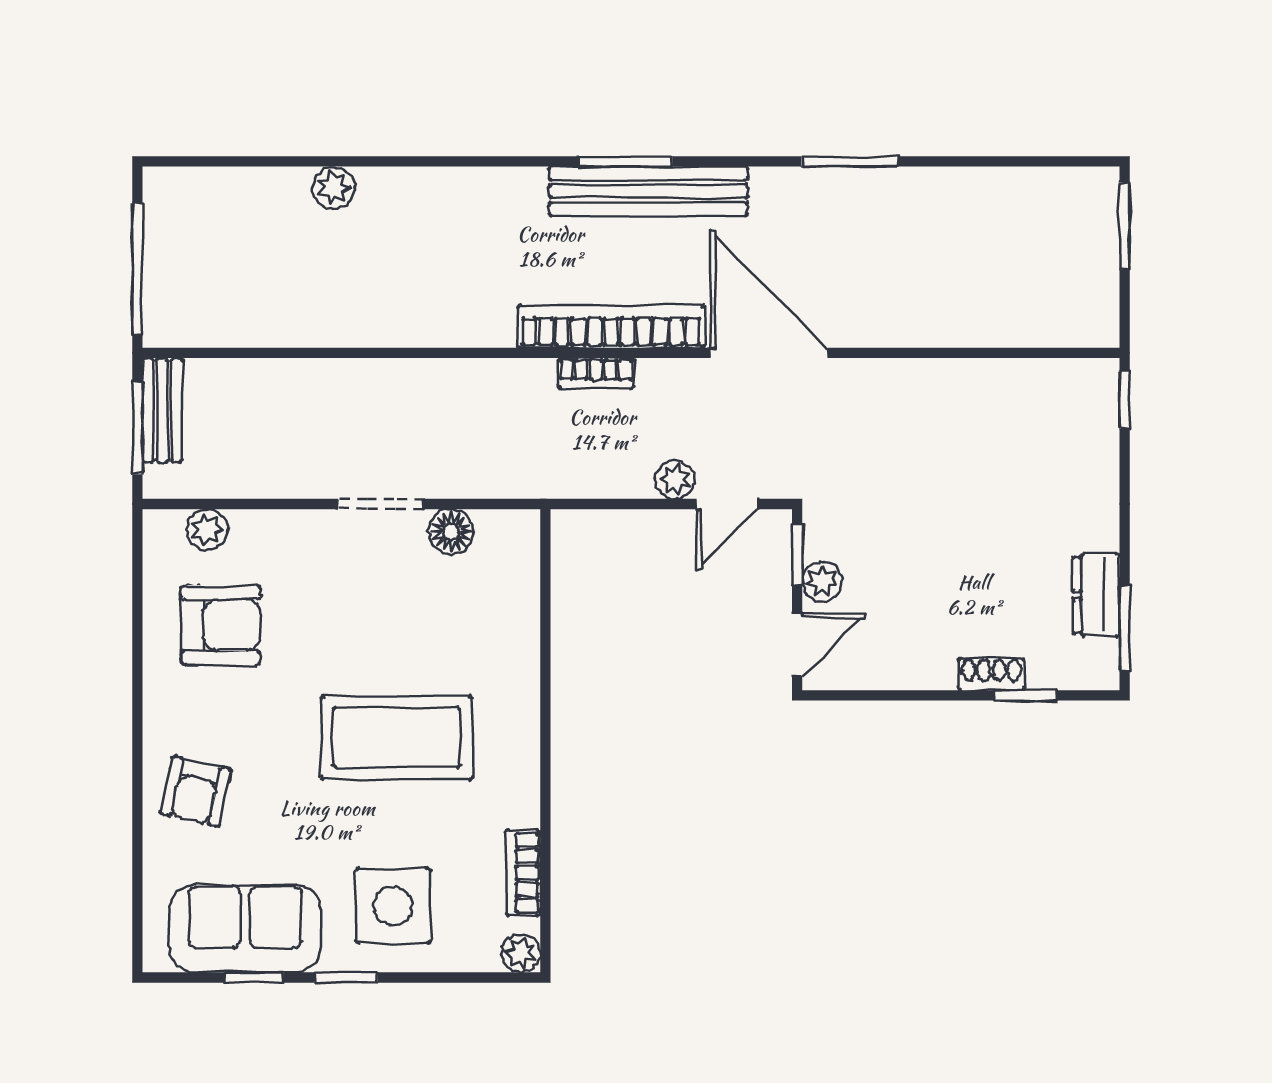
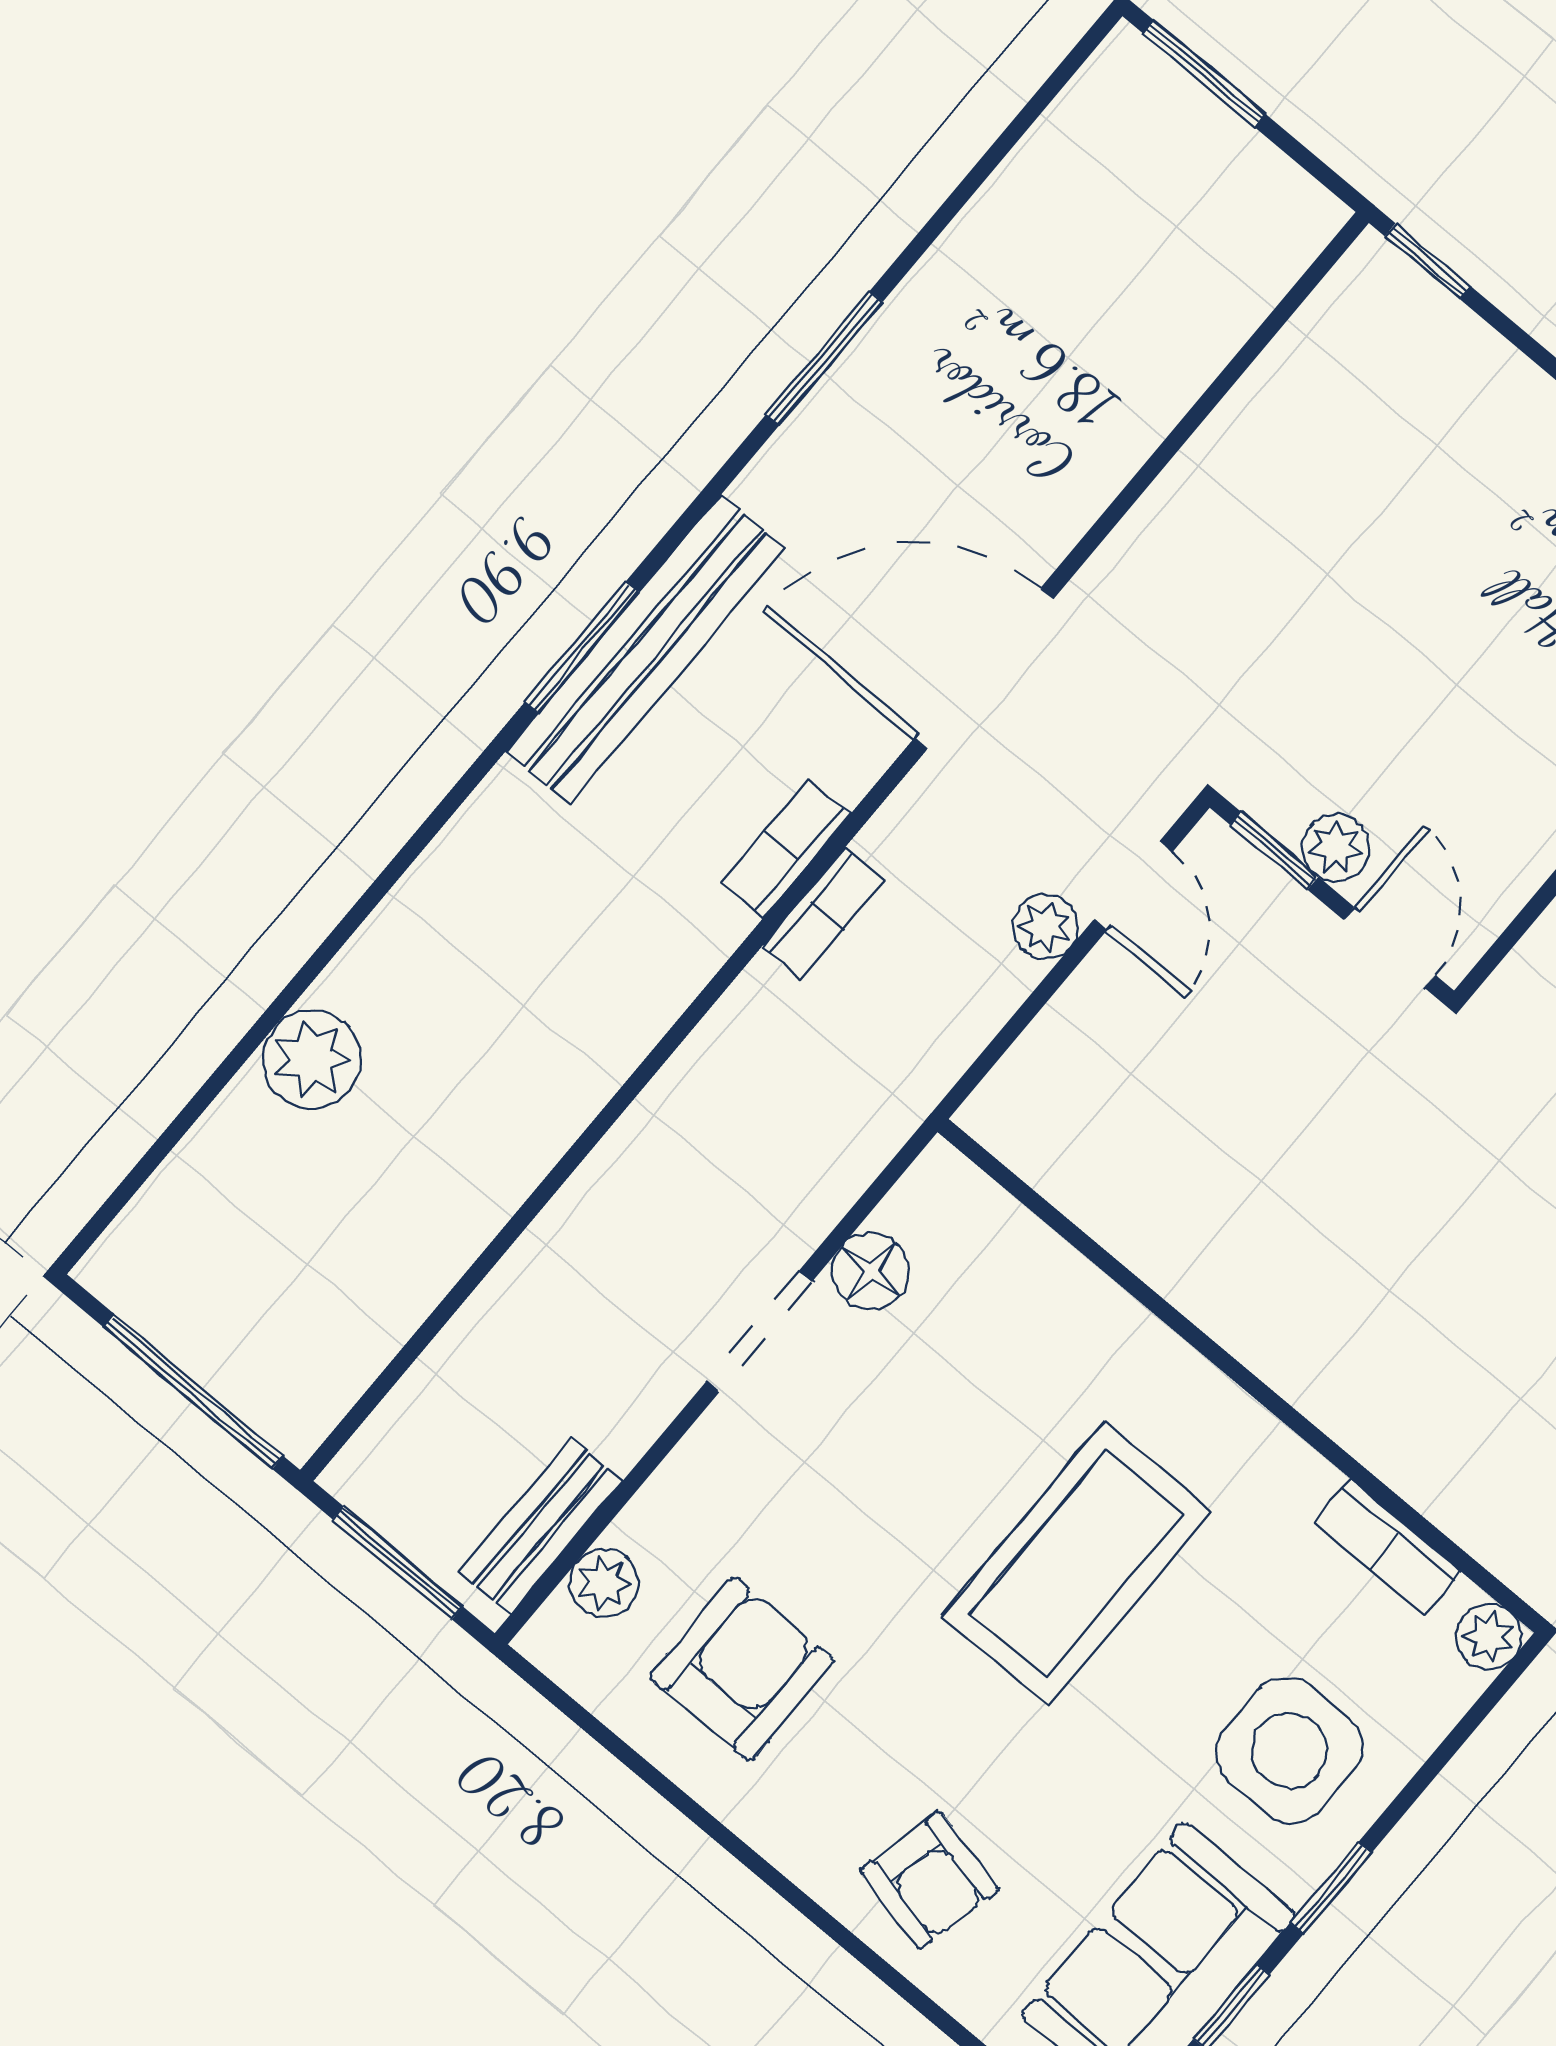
plant: (334, 188) -> (311, 1059), width x1.38, depth x1.38
bookcase: (611, 327) -> (786, 849), width x0.43, depth x0.76
bench: (162, 410) -> (541, 1526), moved, turned 90

